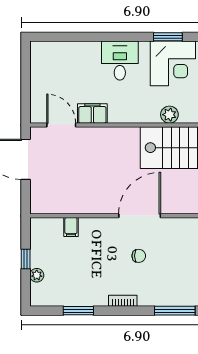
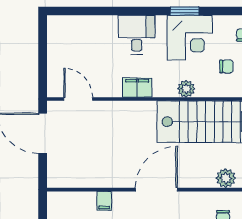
filing cabinet: (92, 113) -> (137, 88), moved
filing cabinet: (71, 227) -> (104, 201), moved

